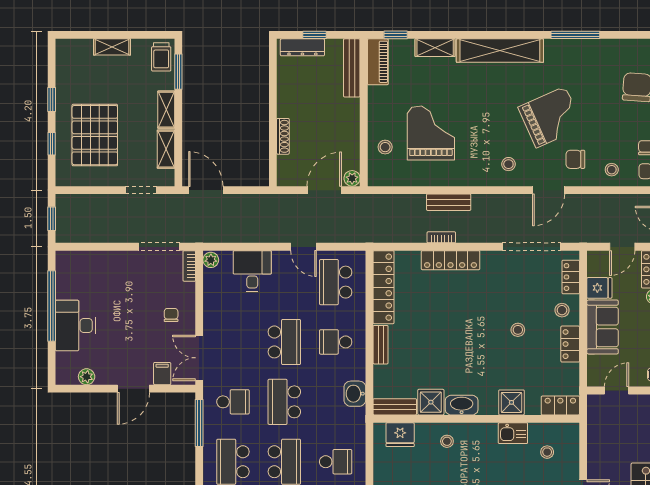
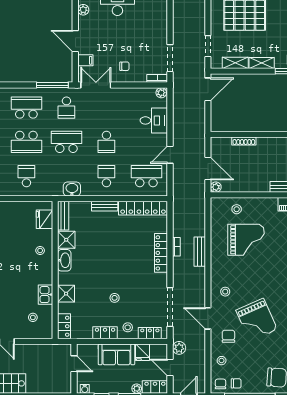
plant: (593, 233) -> (179, 348), added
school desk: (284, 342) -> (106, 142), width x0.54
school desk: (336, 462) -> (26, 176), turned 180

